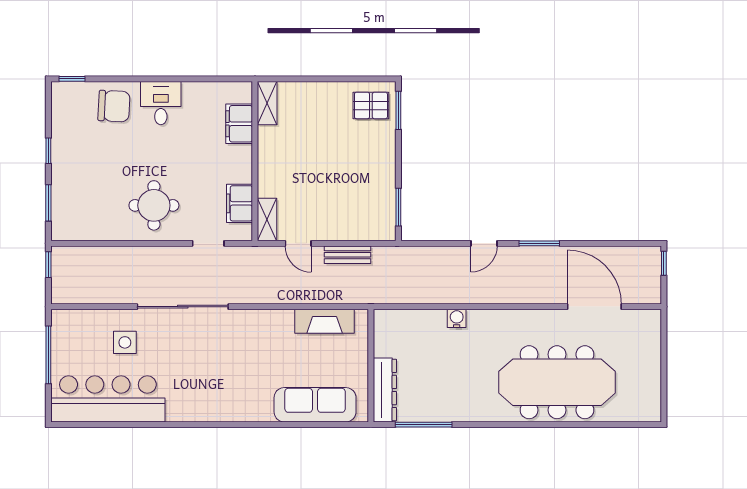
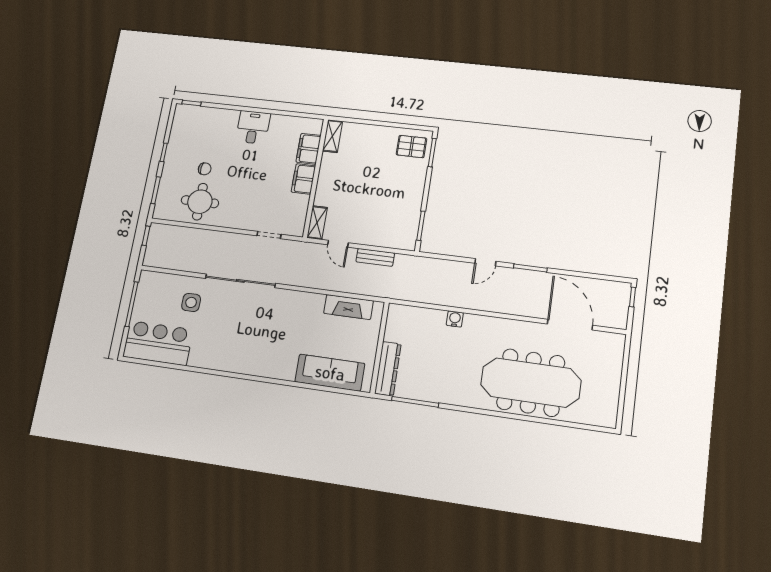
chair: (114, 106) -> (205, 169), moved, width x0.54, depth x0.54
filing cabinet: (240, 203) -> (303, 179), moved
round table: (154, 205) -> (200, 202), moved
bar counter: (108, 399) -> (158, 343), width x0.73

